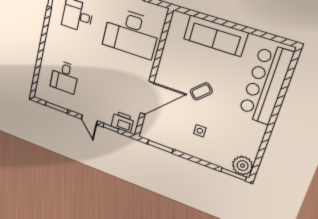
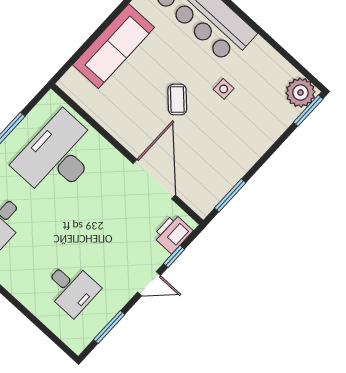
desk: (131, 33) -> (58, 156), turned 180
side table: (200, 131) -> (224, 89), moved

